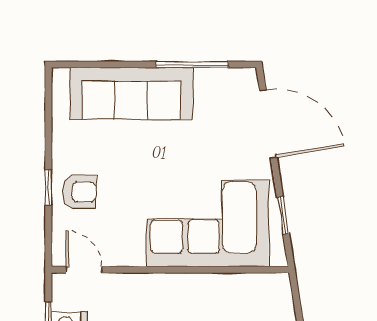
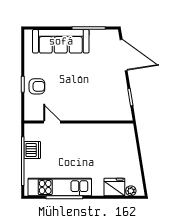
corner sofa: (208, 223) -> (96, 101), removed
door: (84, 270) -> (52, 122), moved

